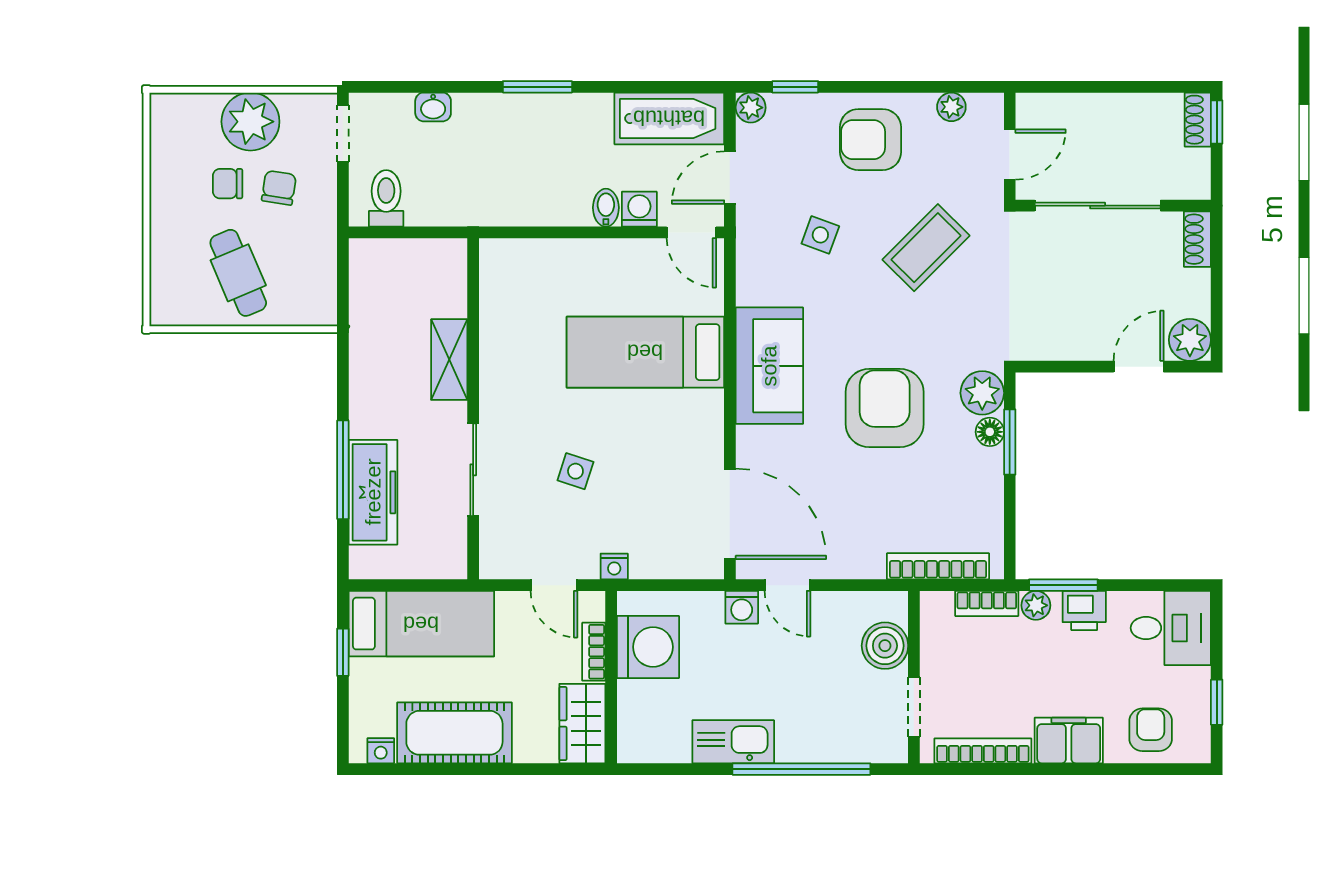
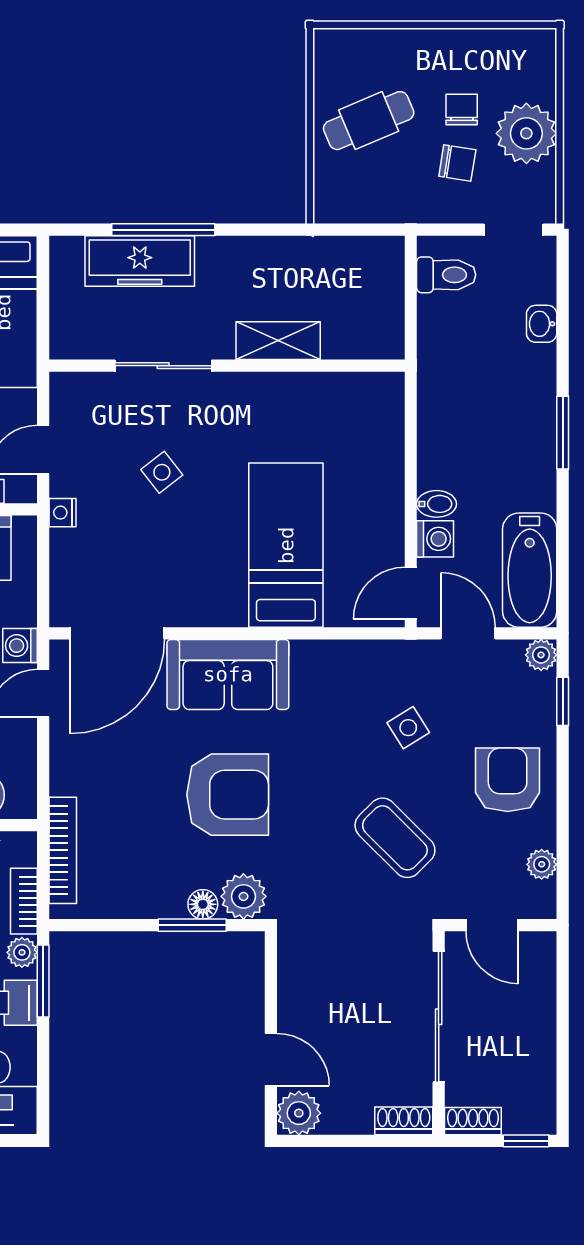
shoe rack: (1198, 120) -> (473, 1121), moved
side table: (820, 235) -> (408, 728), turned 38
sofa: (769, 366) -> (228, 674), moved
side table: (575, 471) -> (162, 472), turned 34

